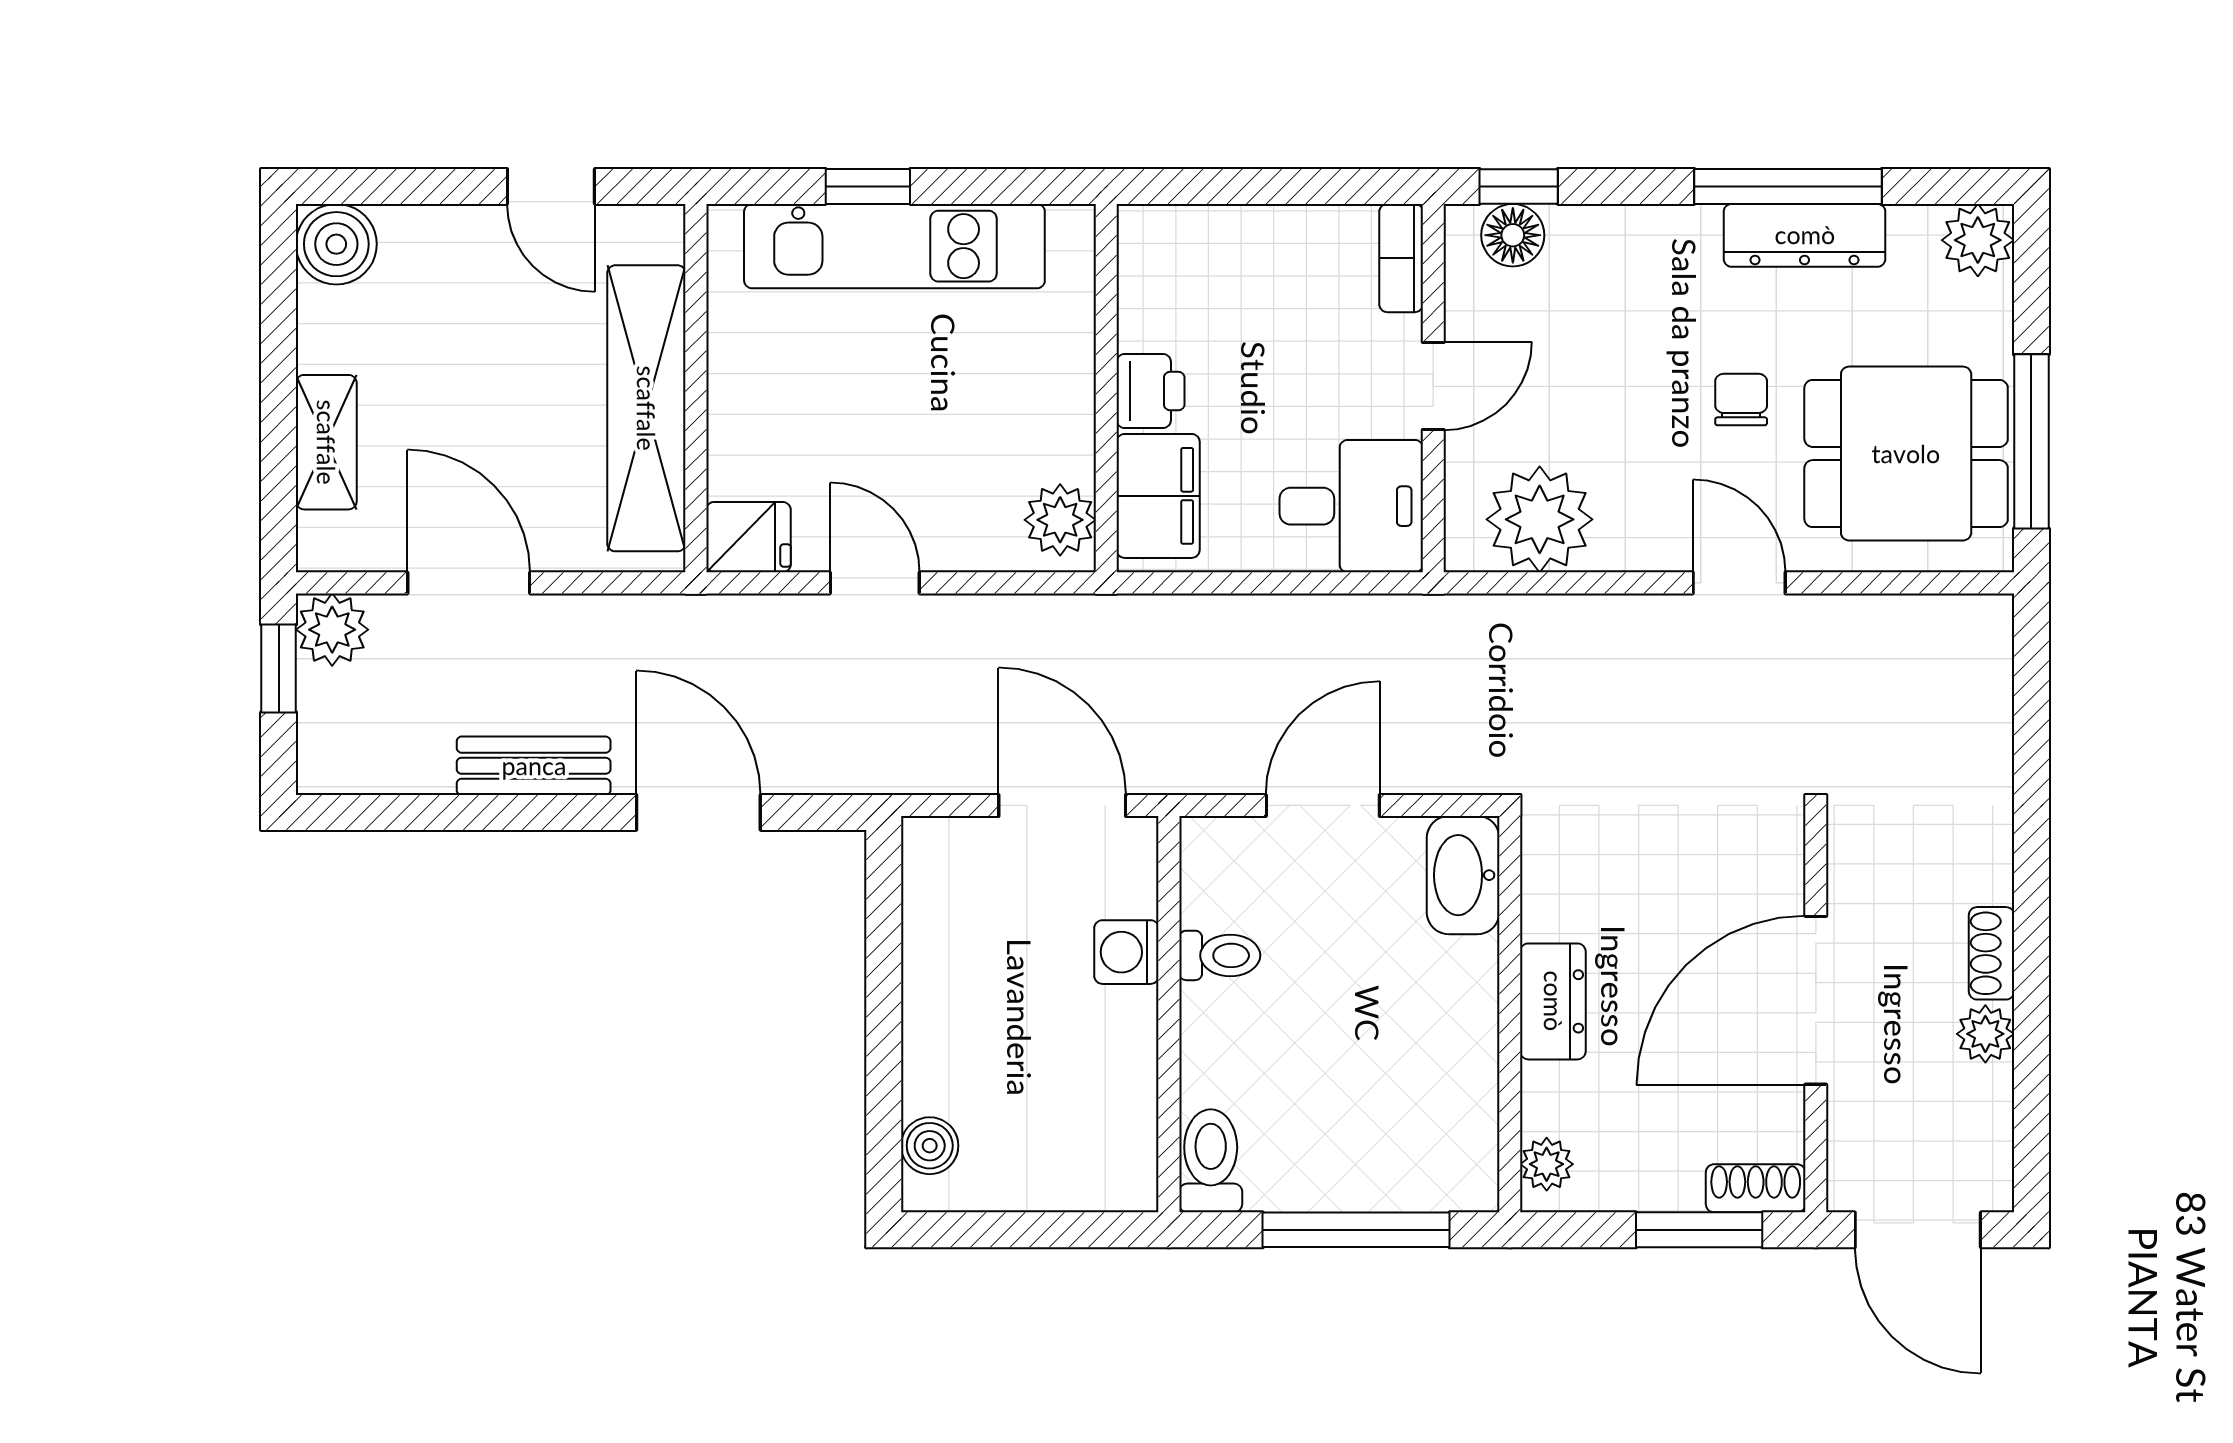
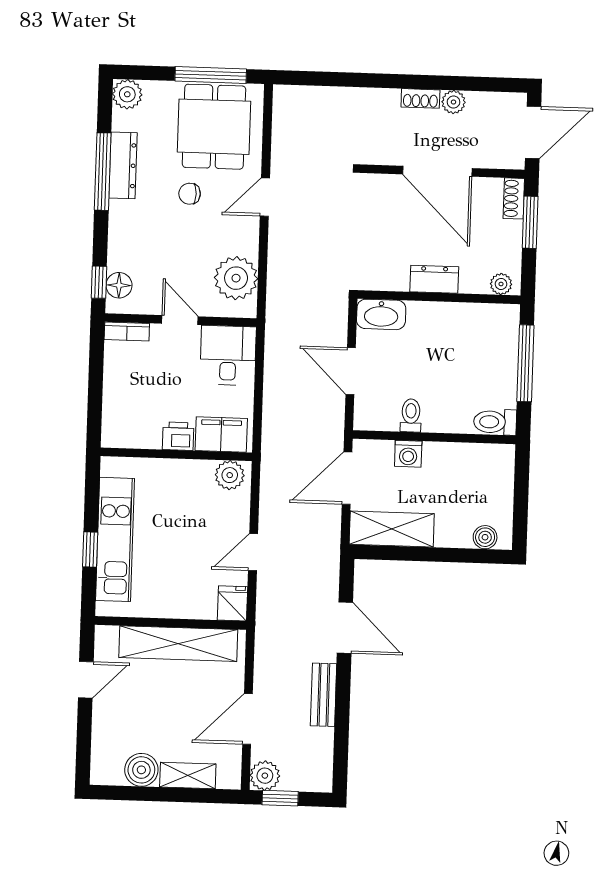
boiler: (336, 244) -> (141, 770), moved
door: (698, 812) -> (345, 628), swing flipped
shelving: (942, 918) -> (392, 529), added

